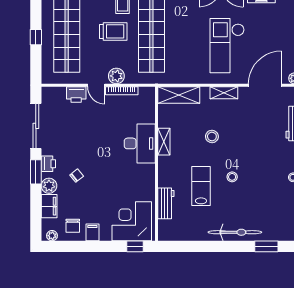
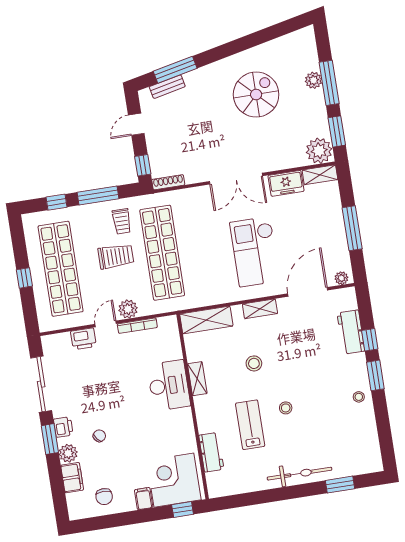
door: (96, 85) -> (106, 324), swing flipped
filing cabinet: (92, 232) -> (144, 499), moved
plant: (52, 236) -> (81, 512), removed

